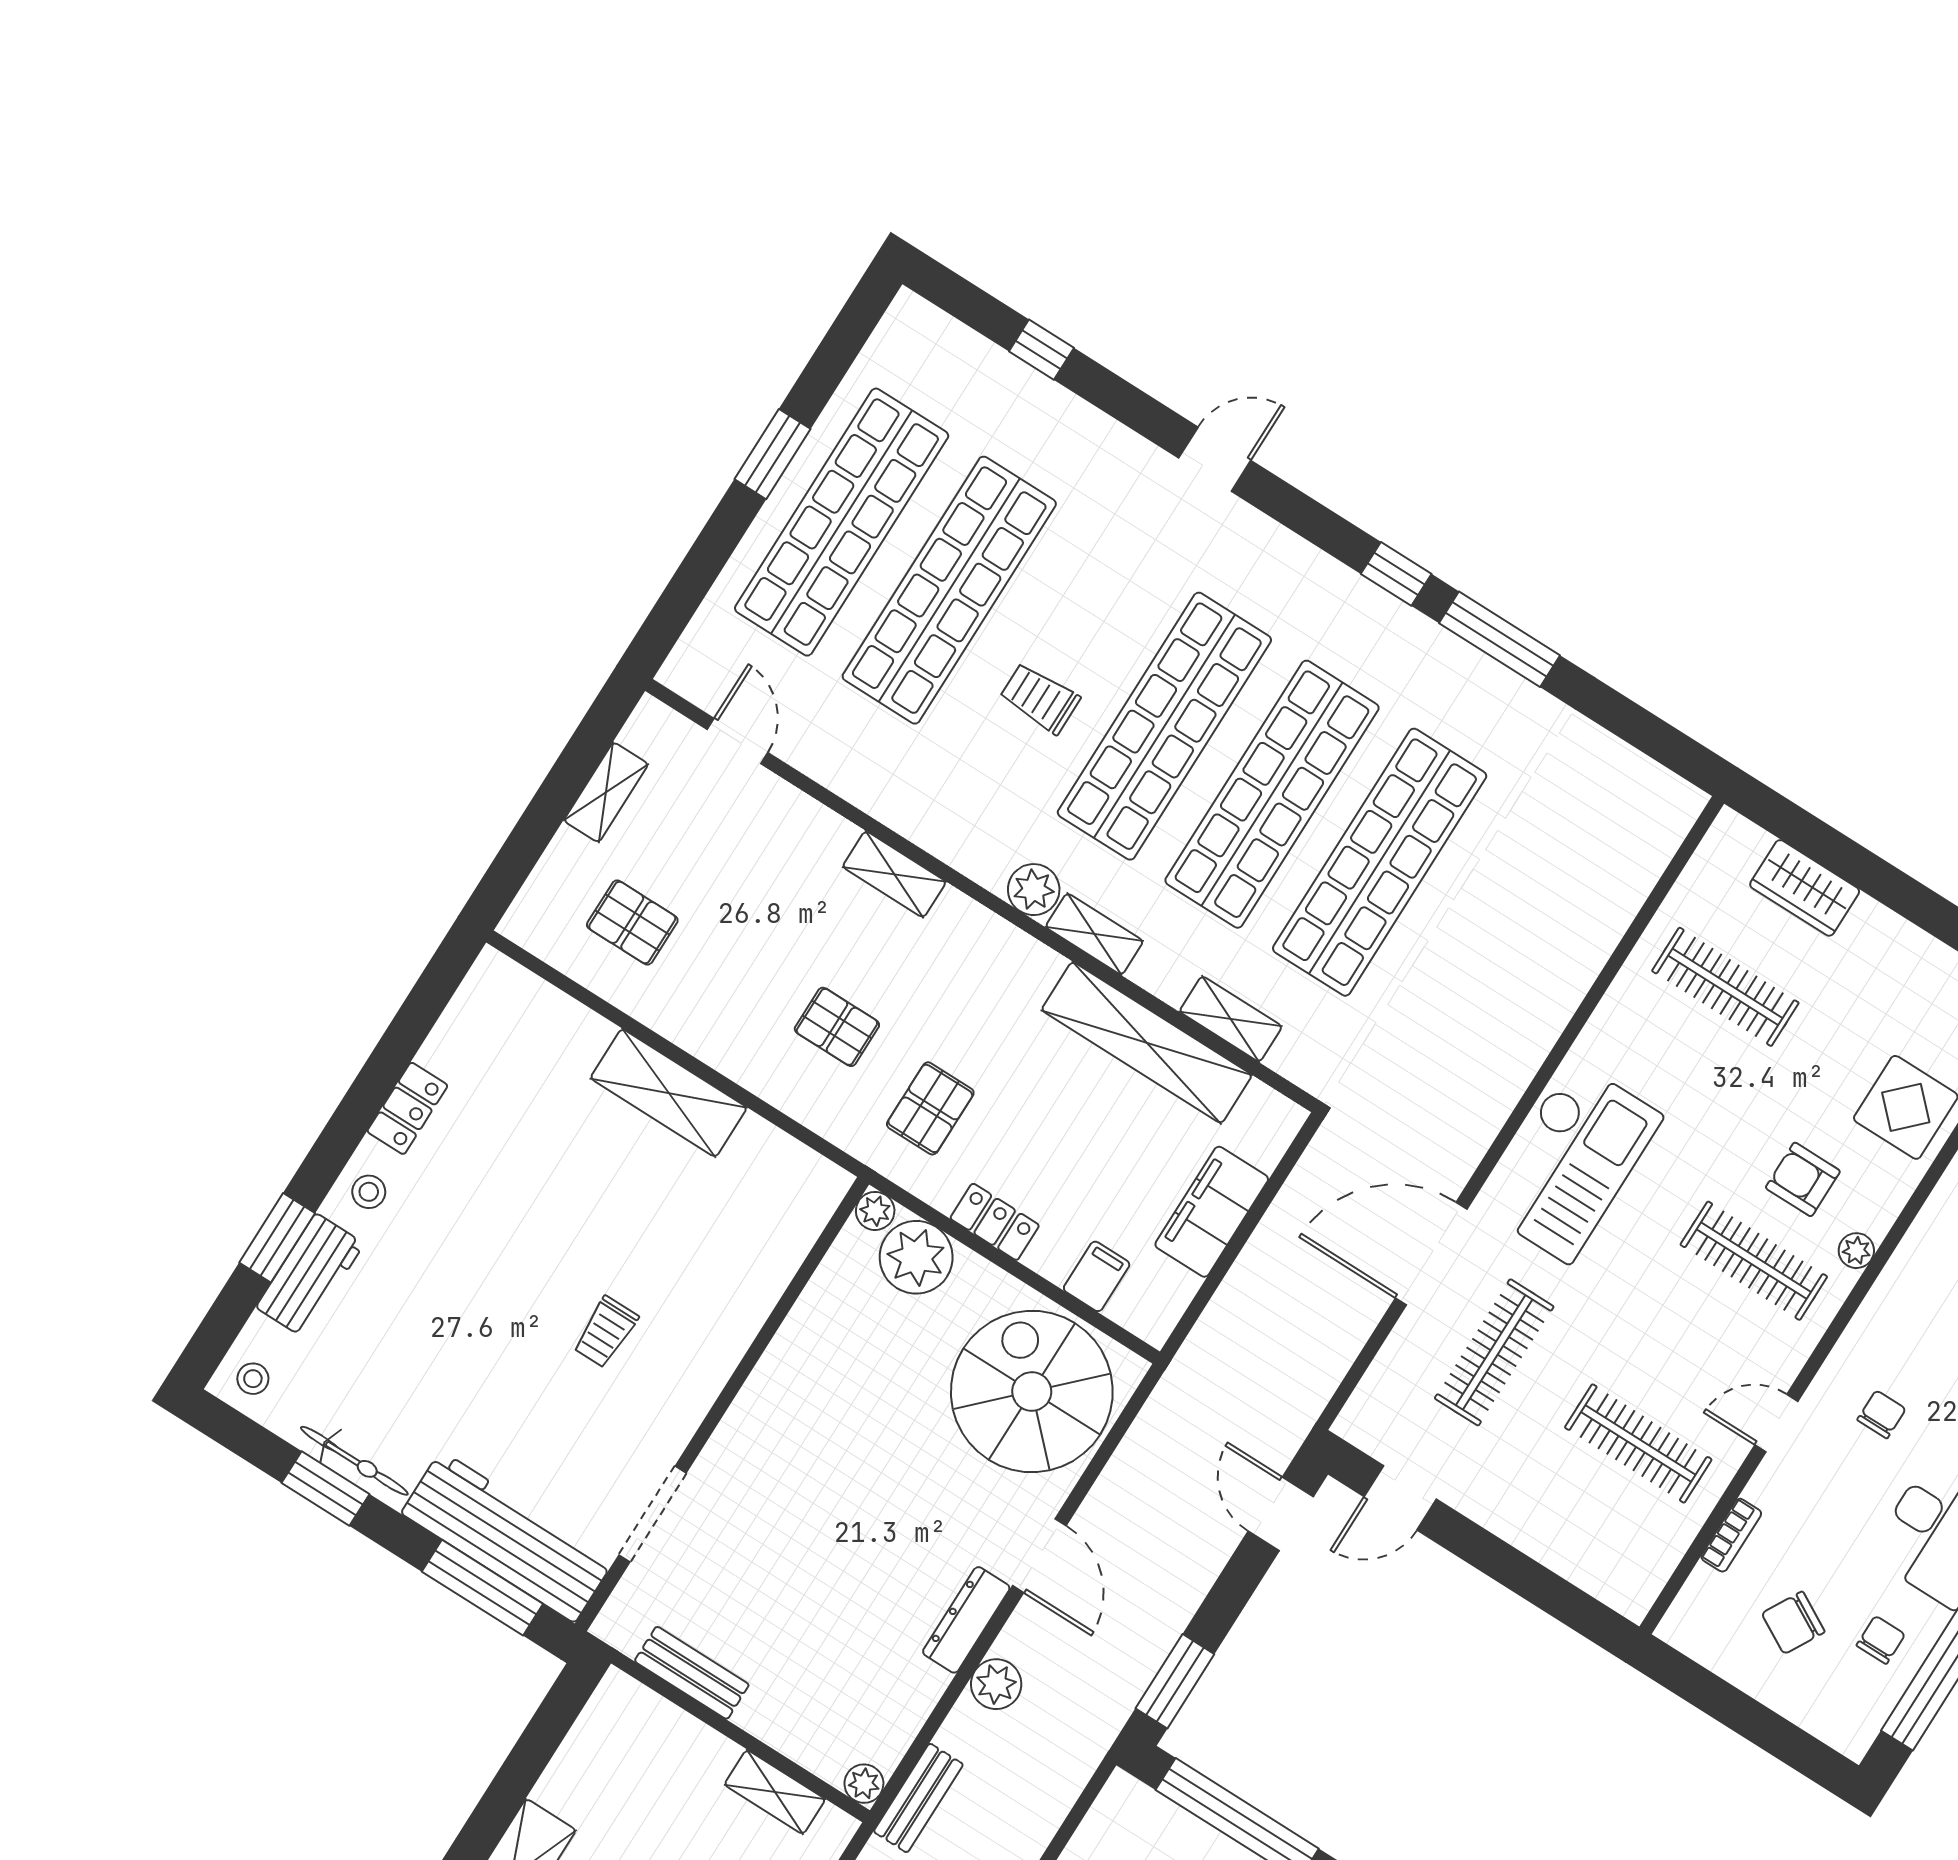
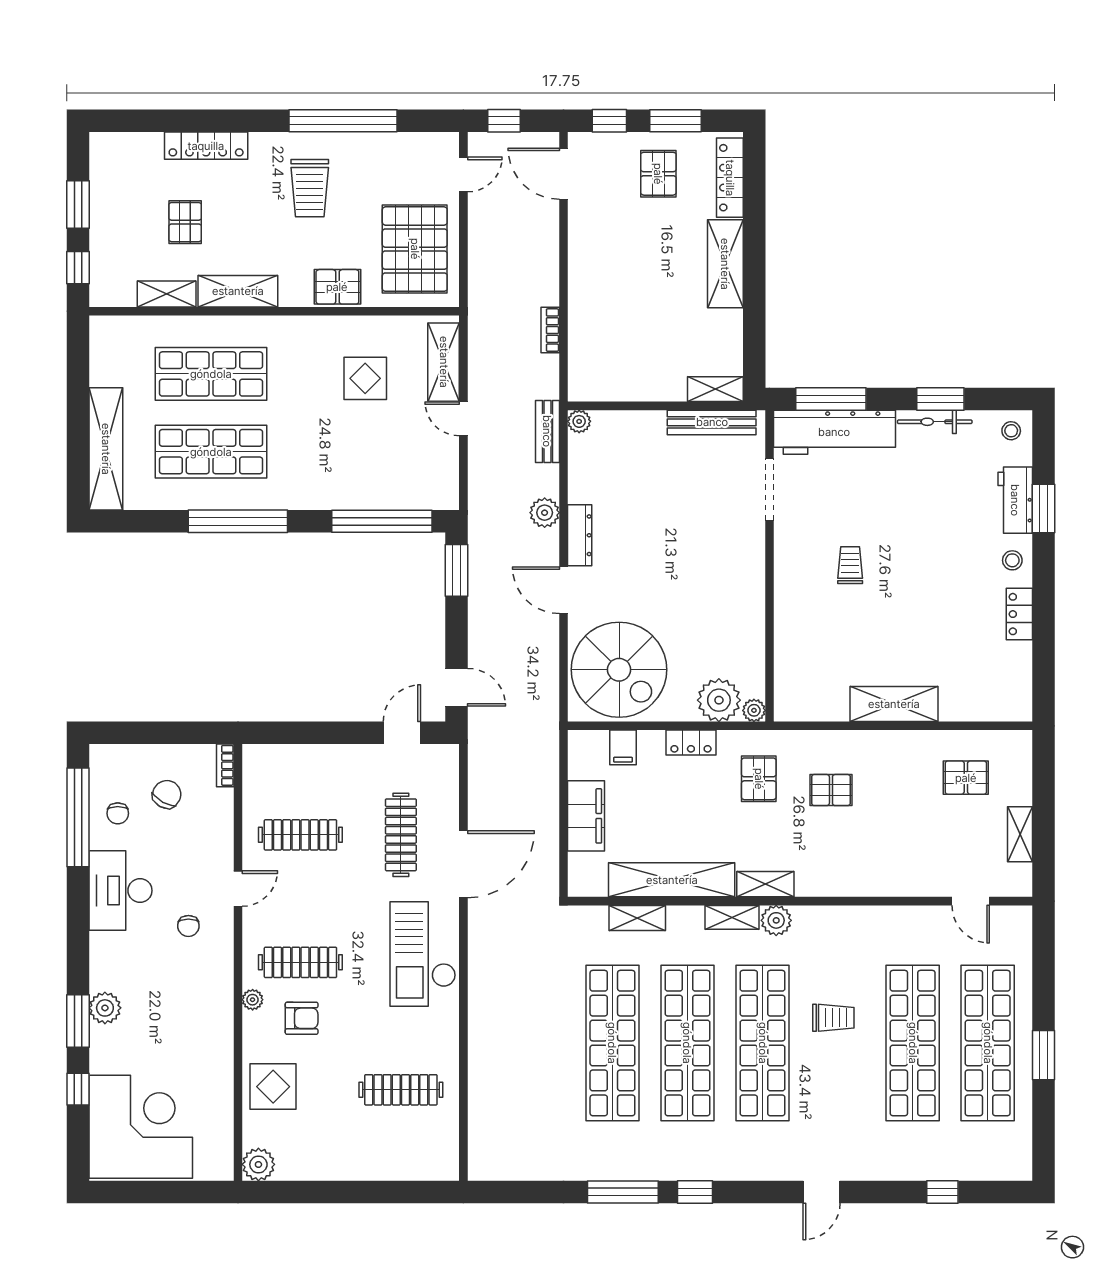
shelving: (894, 874) -> (765, 884), moved
wardrobe: (1805, 888) -> (393, 1164), removed
bookcase: (1731, 1535) -> (225, 765), moved
bench: (692, 1673) -> (712, 422), width x1.36
shelving: (775, 1792) -> (715, 389), moved

